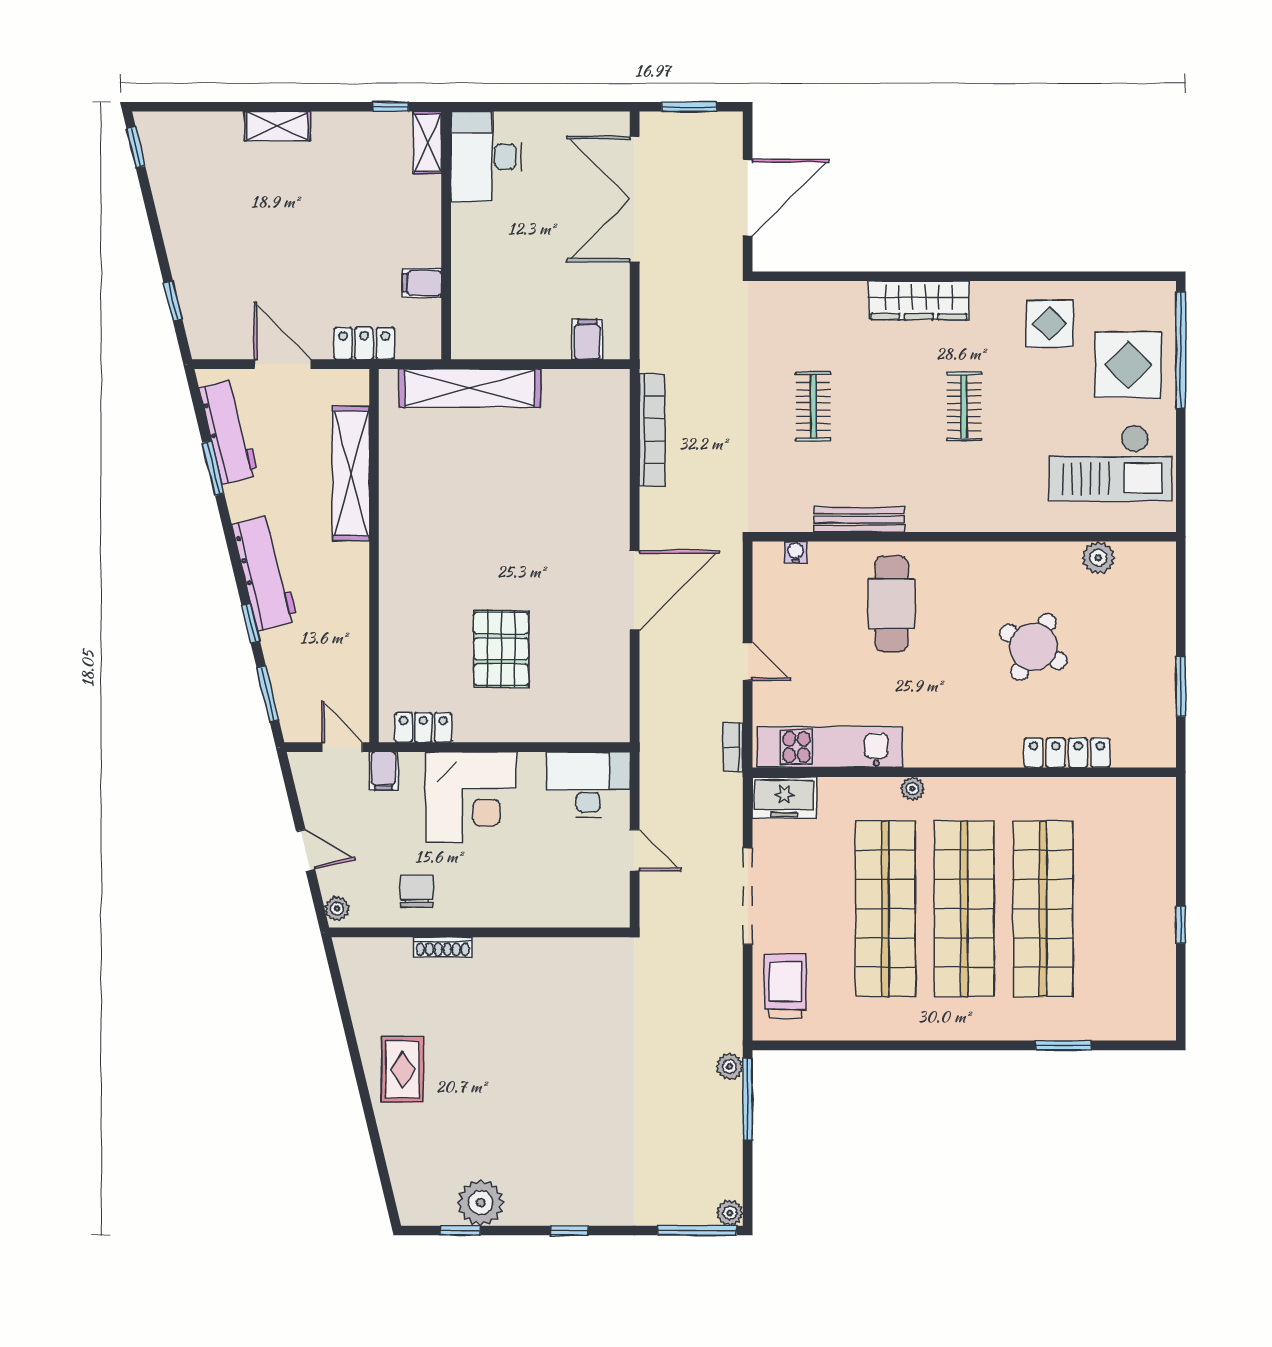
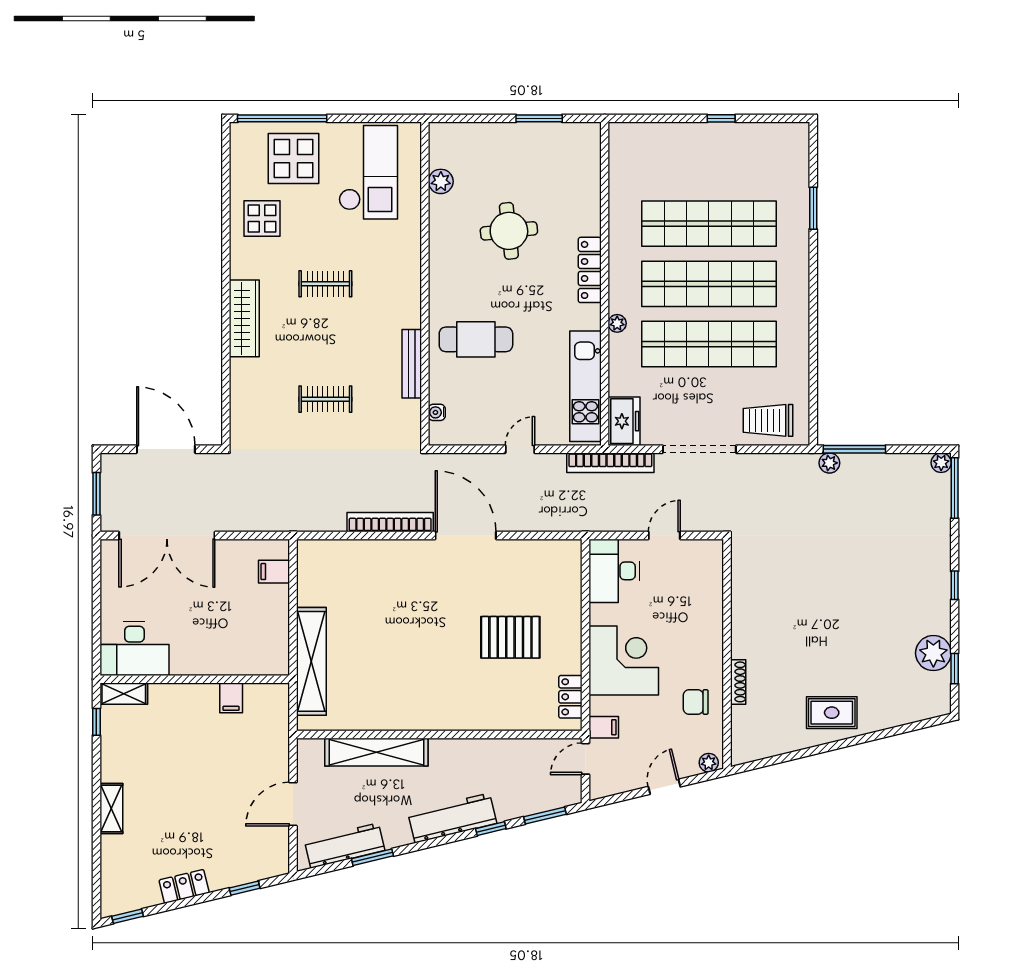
locker: (364, 343) -> (184, 886), moved, turned 76
bookcase: (652, 430) -> (390, 522), moved
round table: (1033, 647) -> (509, 231), turned -35
bookcase: (733, 747) -> (610, 463), width x2.31, depth x1.31
locker: (1067, 753) -> (590, 270), moved

